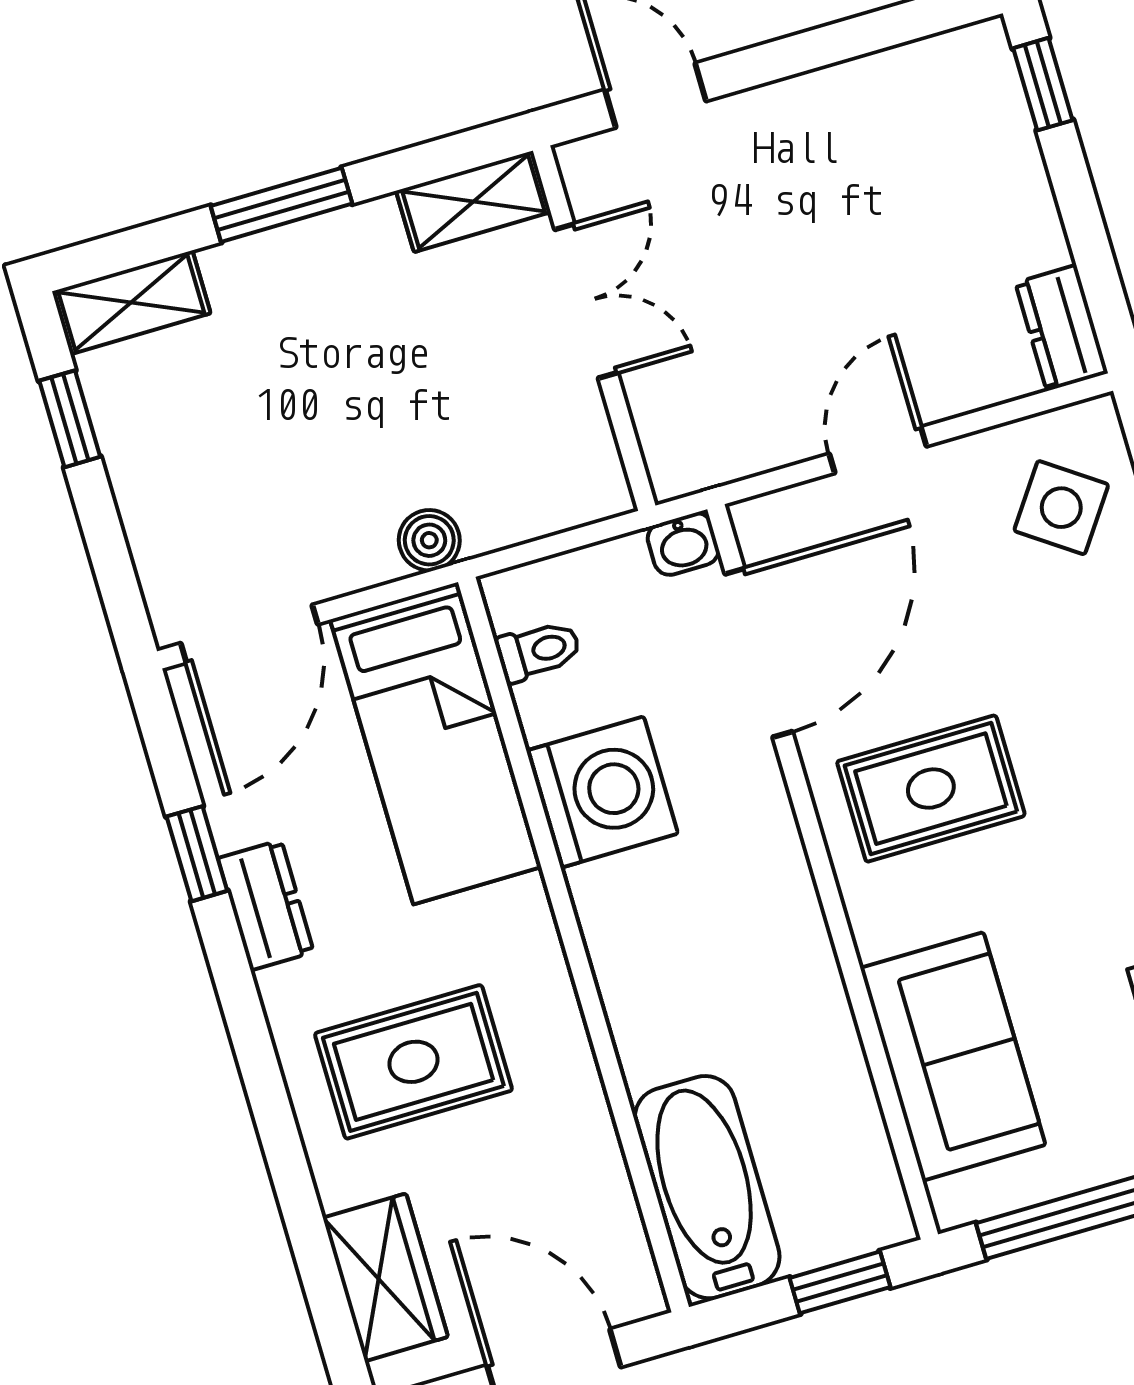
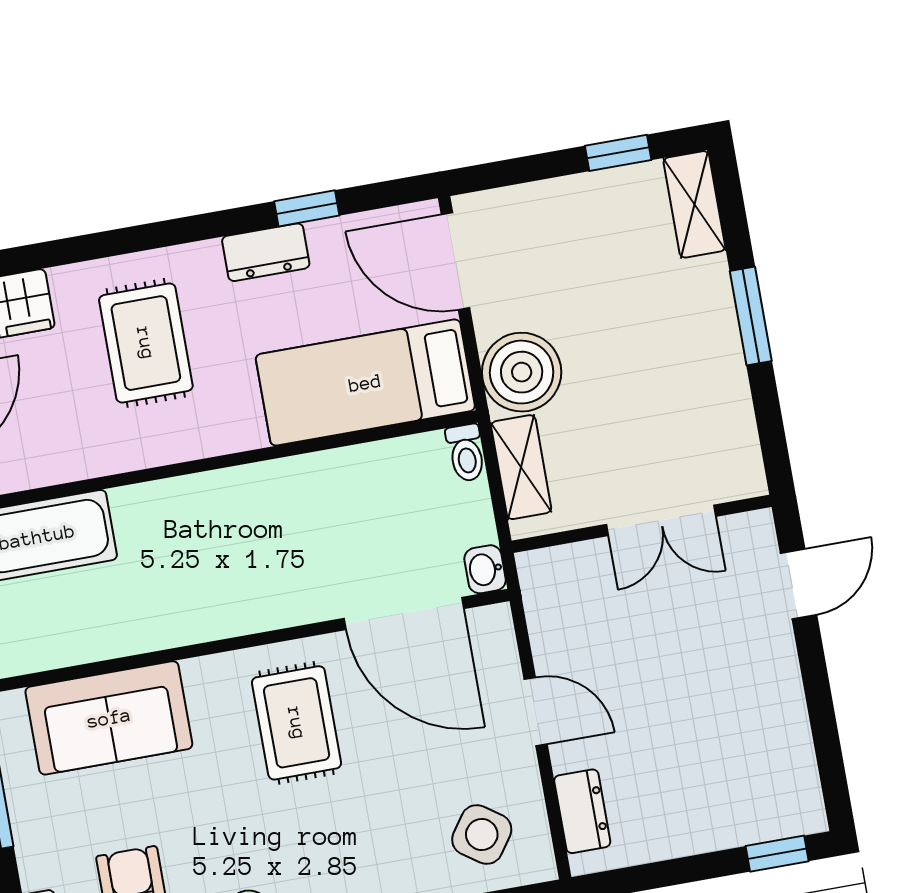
shelving: (473, 201) -> (521, 467), moved
dresser: (1062, 328) -> (582, 811), moved, turned 90
boiler: (429, 540) -> (522, 372), width x1.86, depth x1.86
toilet: (538, 651) -> (466, 453), moved
washing machine: (602, 792) -> (319, 494), removed

